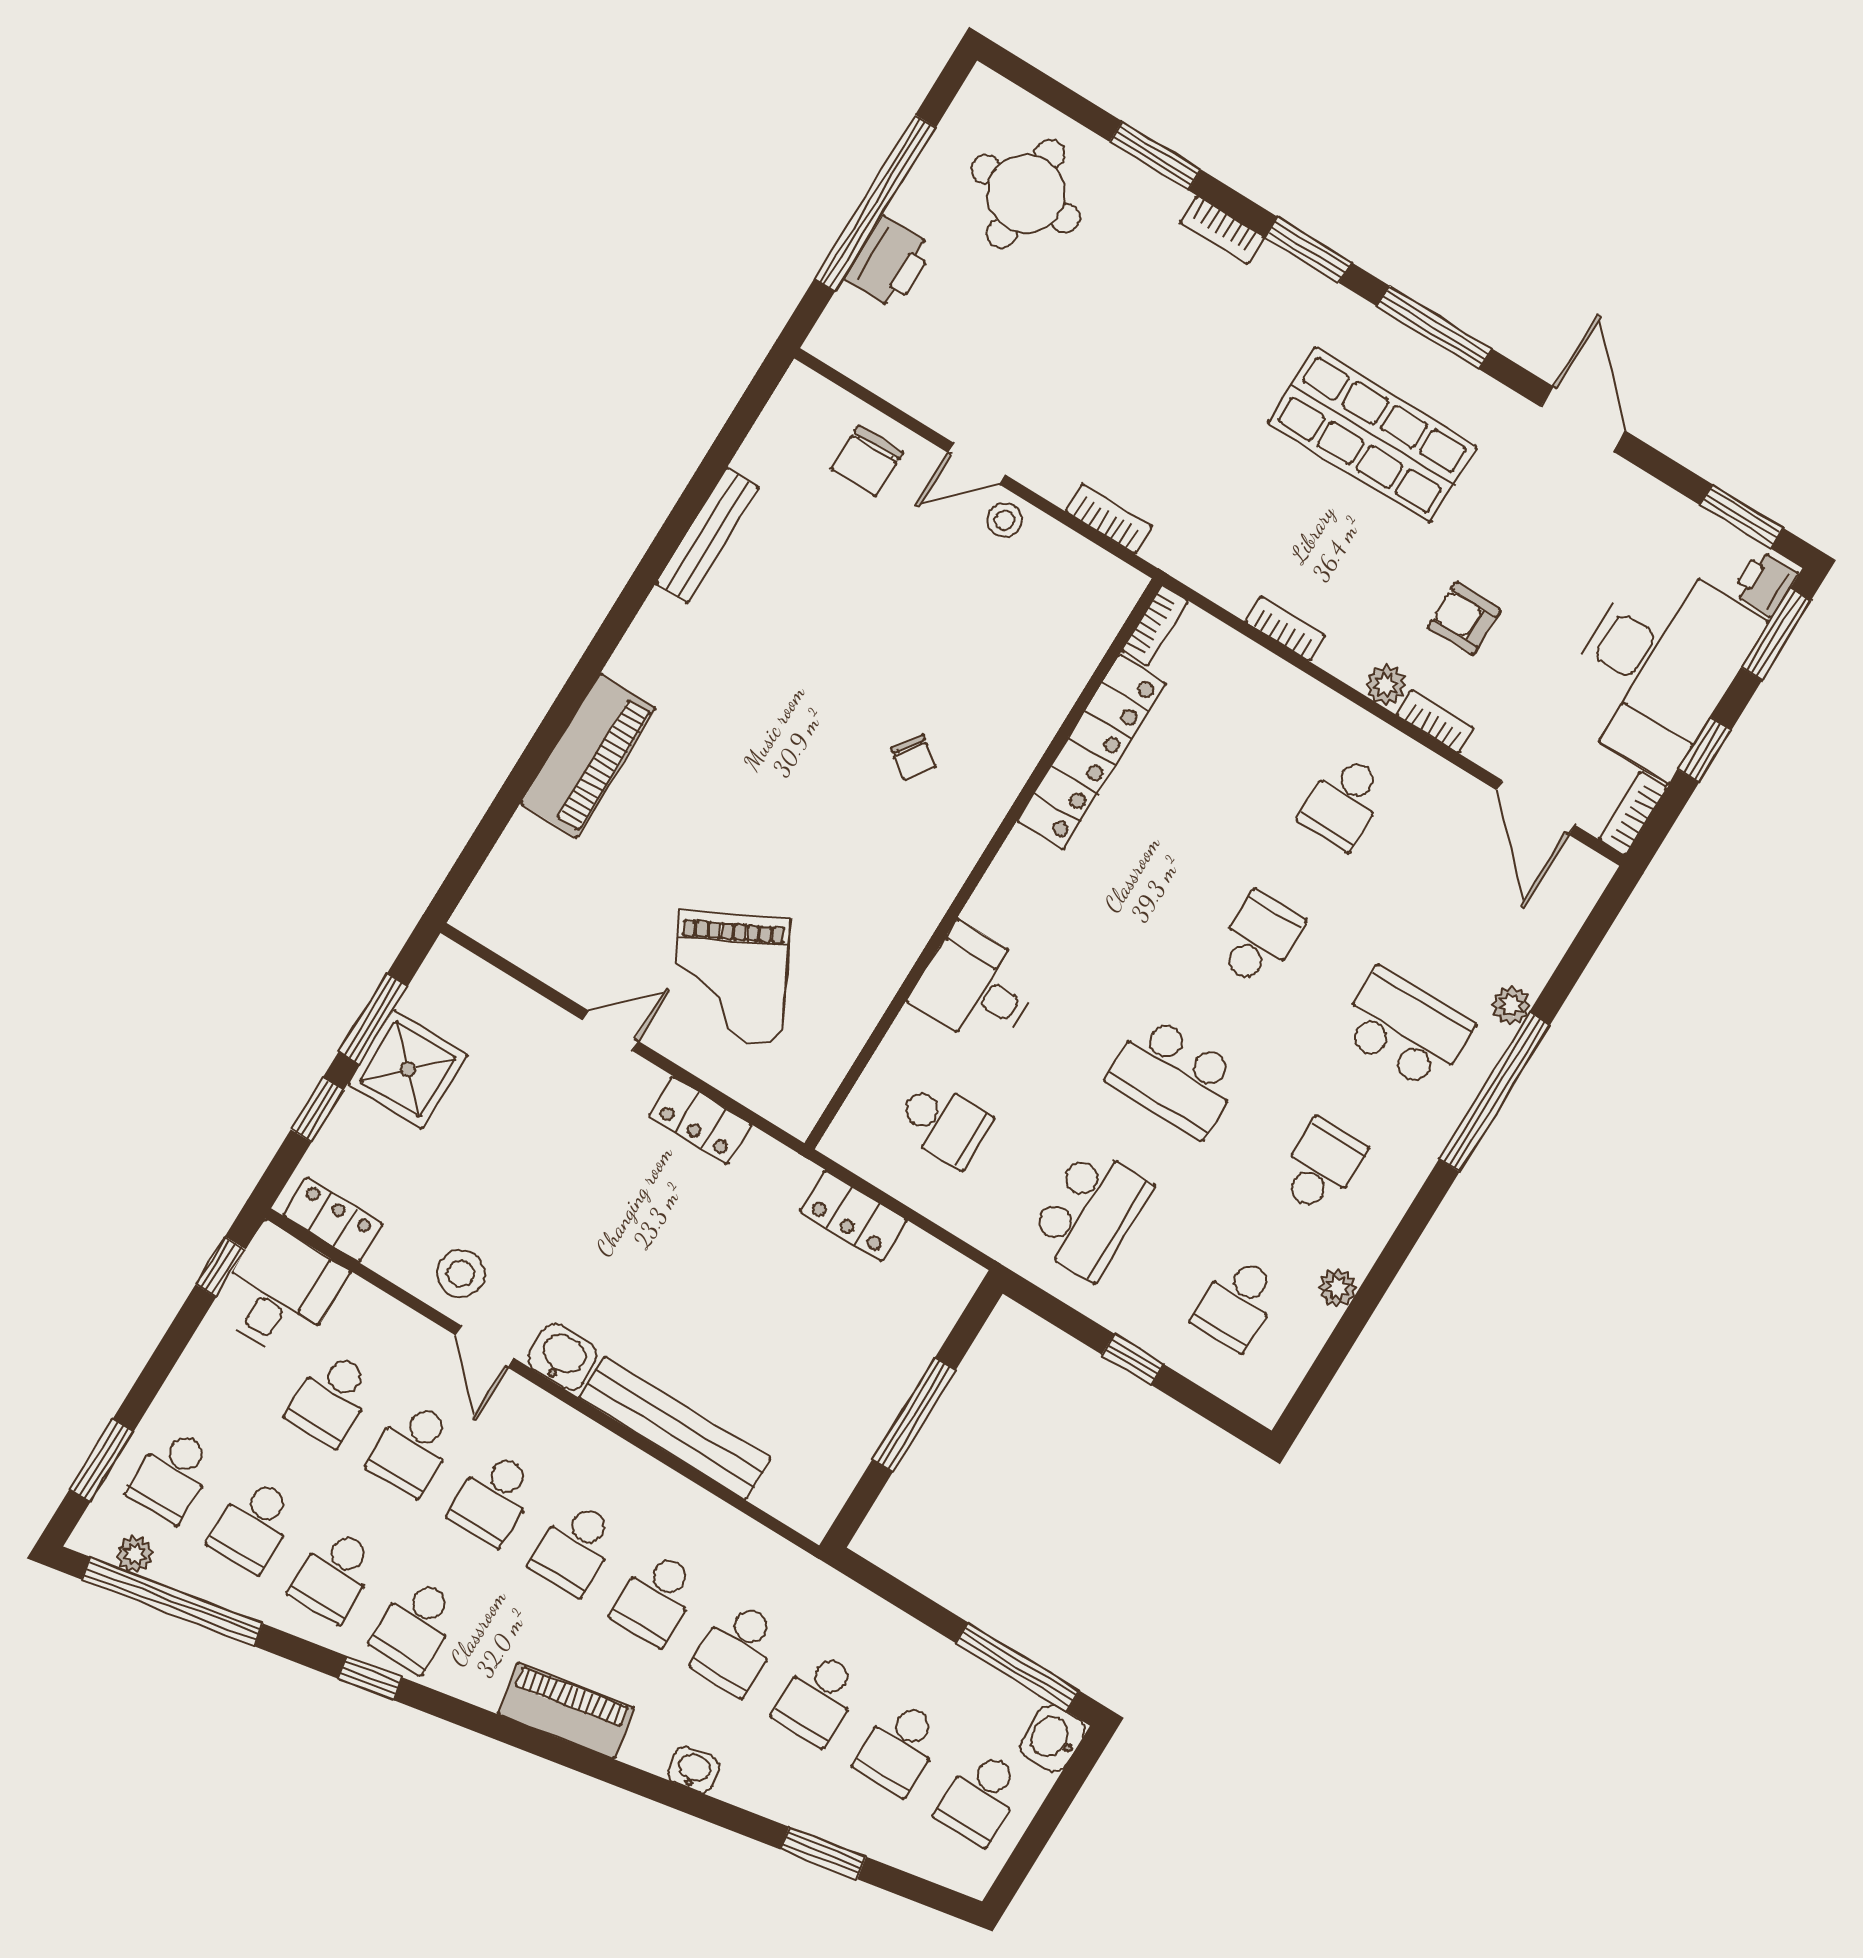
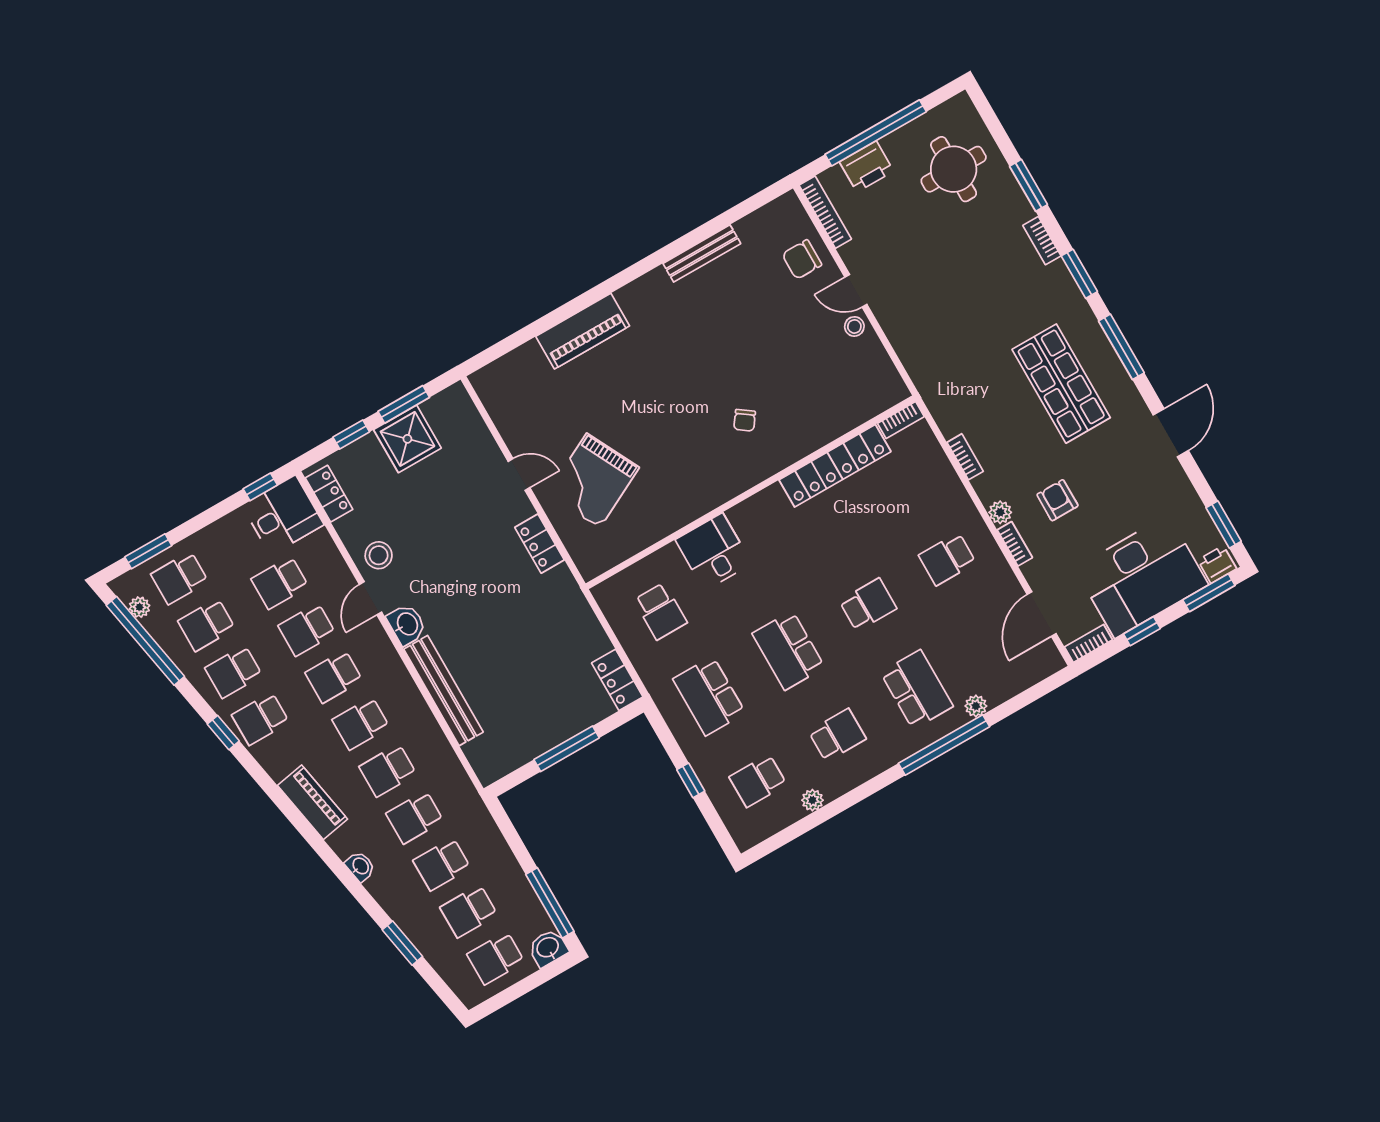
bookcase: (1109, 519) -> (825, 212), moved, width x1.56
school desk: (1090, 1213) -> (709, 696), turned 90
locker: (853, 1216) -> (617, 680), moved

